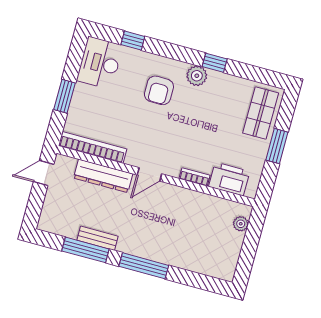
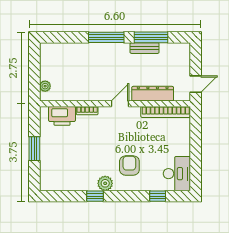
window: (64, 96) -> (196, 143), removed
shop shelf: (261, 113) -> (52, 169), removed

